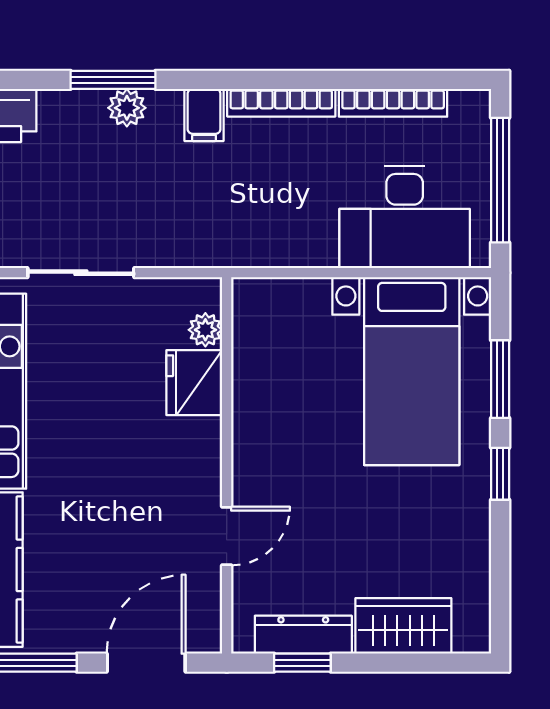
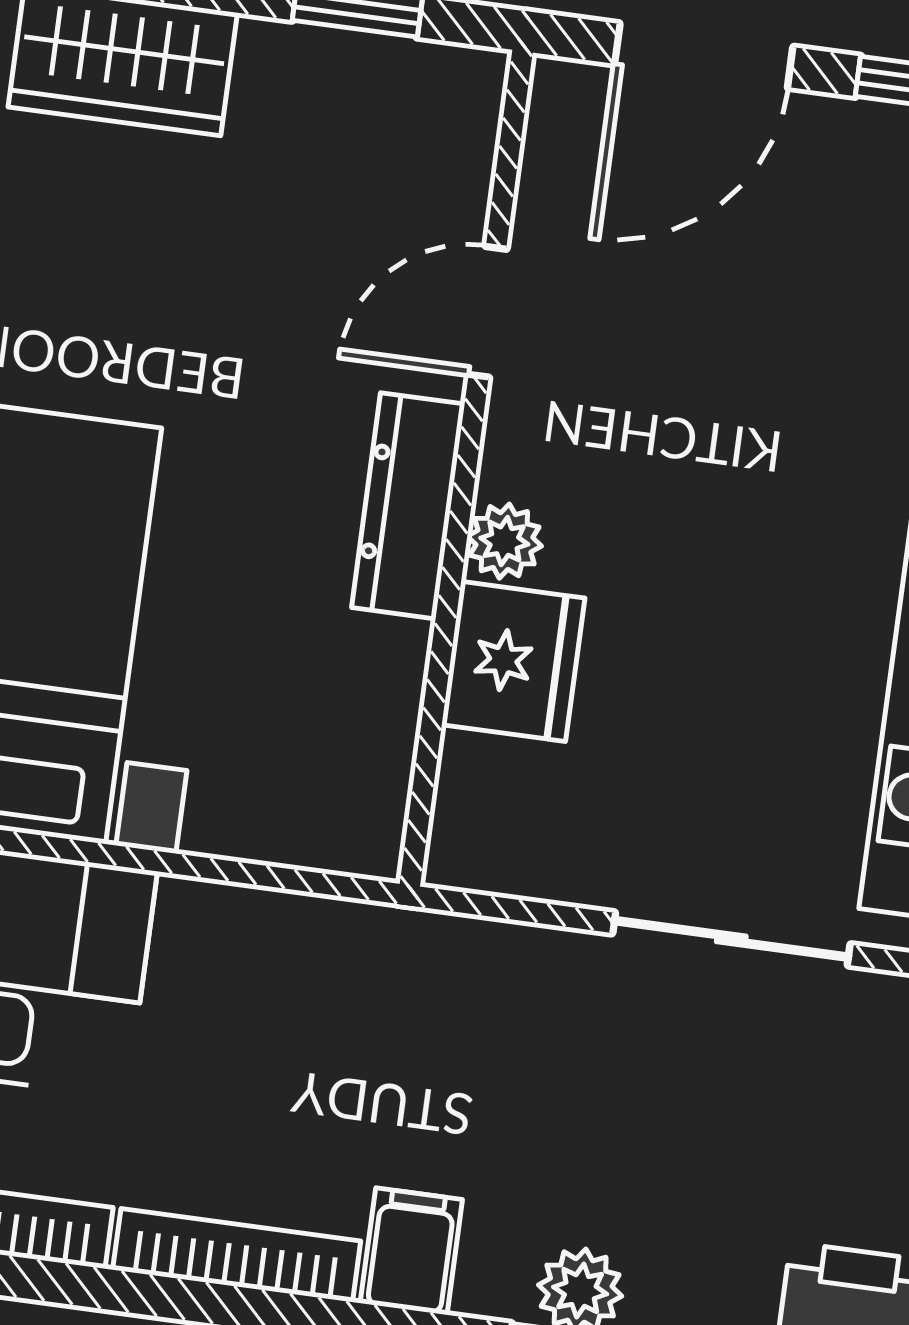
plant: (205, 330) -> (504, 541), moved
dresser: (303, 635) -> (408, 506), moved, turned 90

